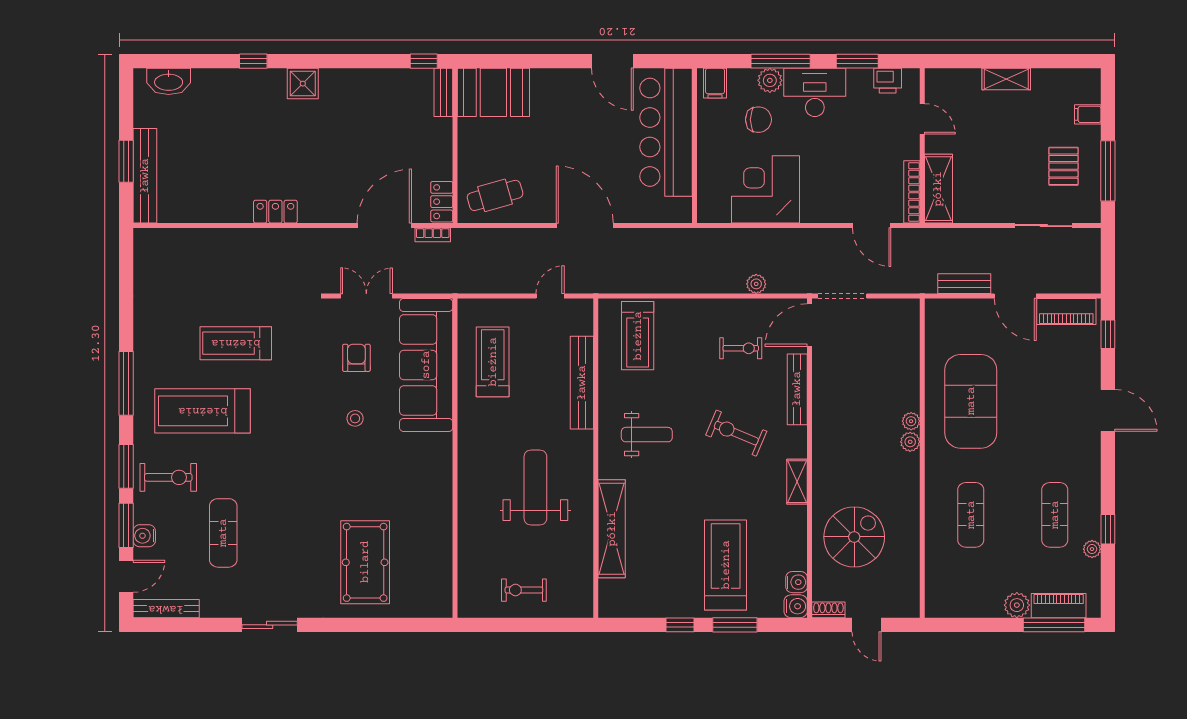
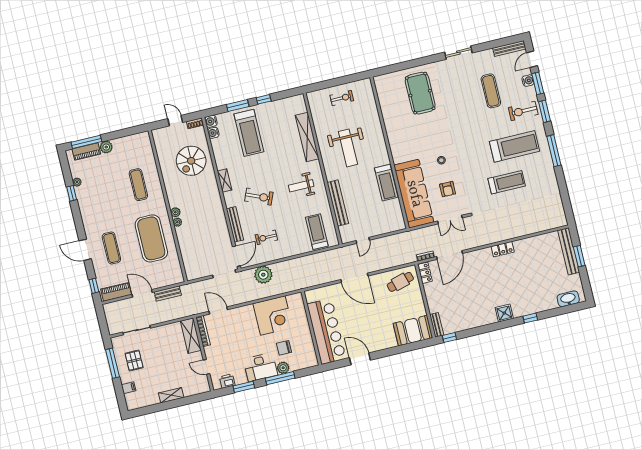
filing cabinet: (715, 83) -> (309, 360), removed
plant: (756, 284) -> (263, 275), width x1.88, depth x1.88
treadmill: (493, 362) -> (386, 183), moved
exercise mat: (1055, 515) -> (111, 248), moved

